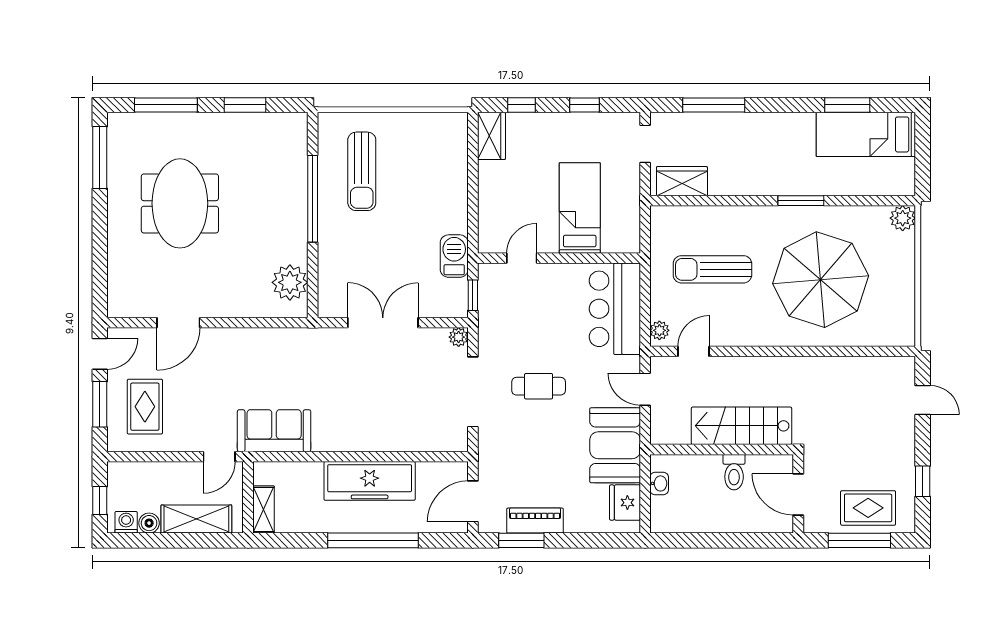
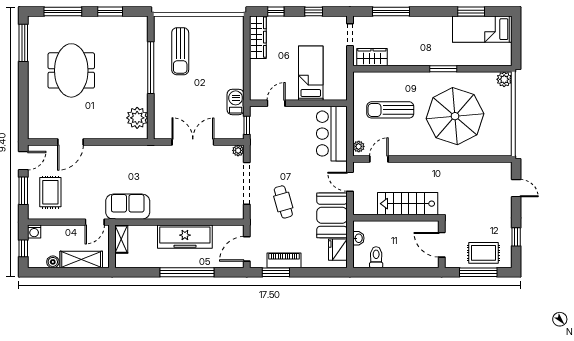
wardrobe: (491, 136) -> (258, 37), width x1.50
cafe table: (539, 386) -> (283, 202), moved, turned 74
toilet: (734, 472) -> (376, 257), moved, turned 180
shelving: (263, 510) -> (121, 239), moved
washing machine: (126, 522) -> (34, 232), moved, turned 180

